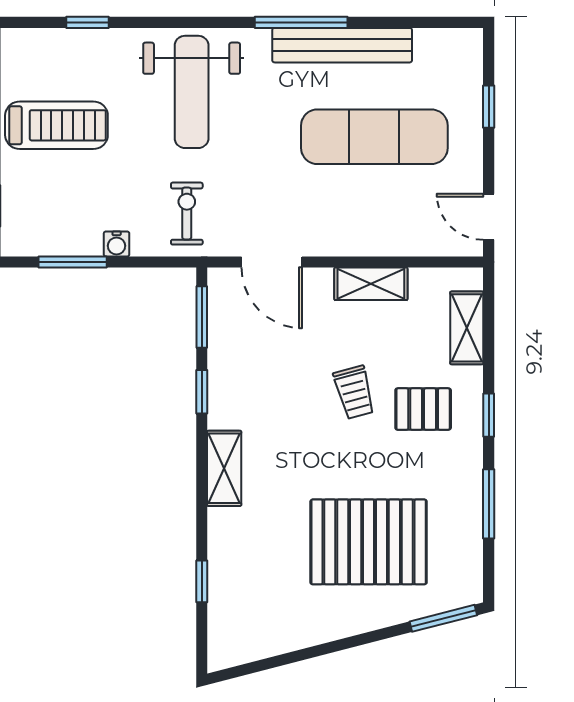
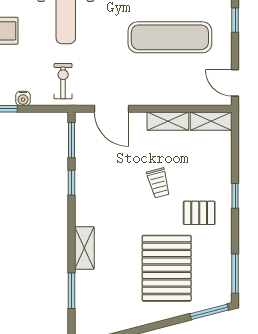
shelving: (467, 328) -> (211, 121), moved, turned 90
pallet: (423, 409) -> (199, 213), moved
shelving: (224, 468) -> (84, 248), moved
window: (489, 504) -> (235, 274), moved
pallet: (369, 542) -> (167, 268), turned 90
window: (202, 581) -> (72, 291), width x1.50

